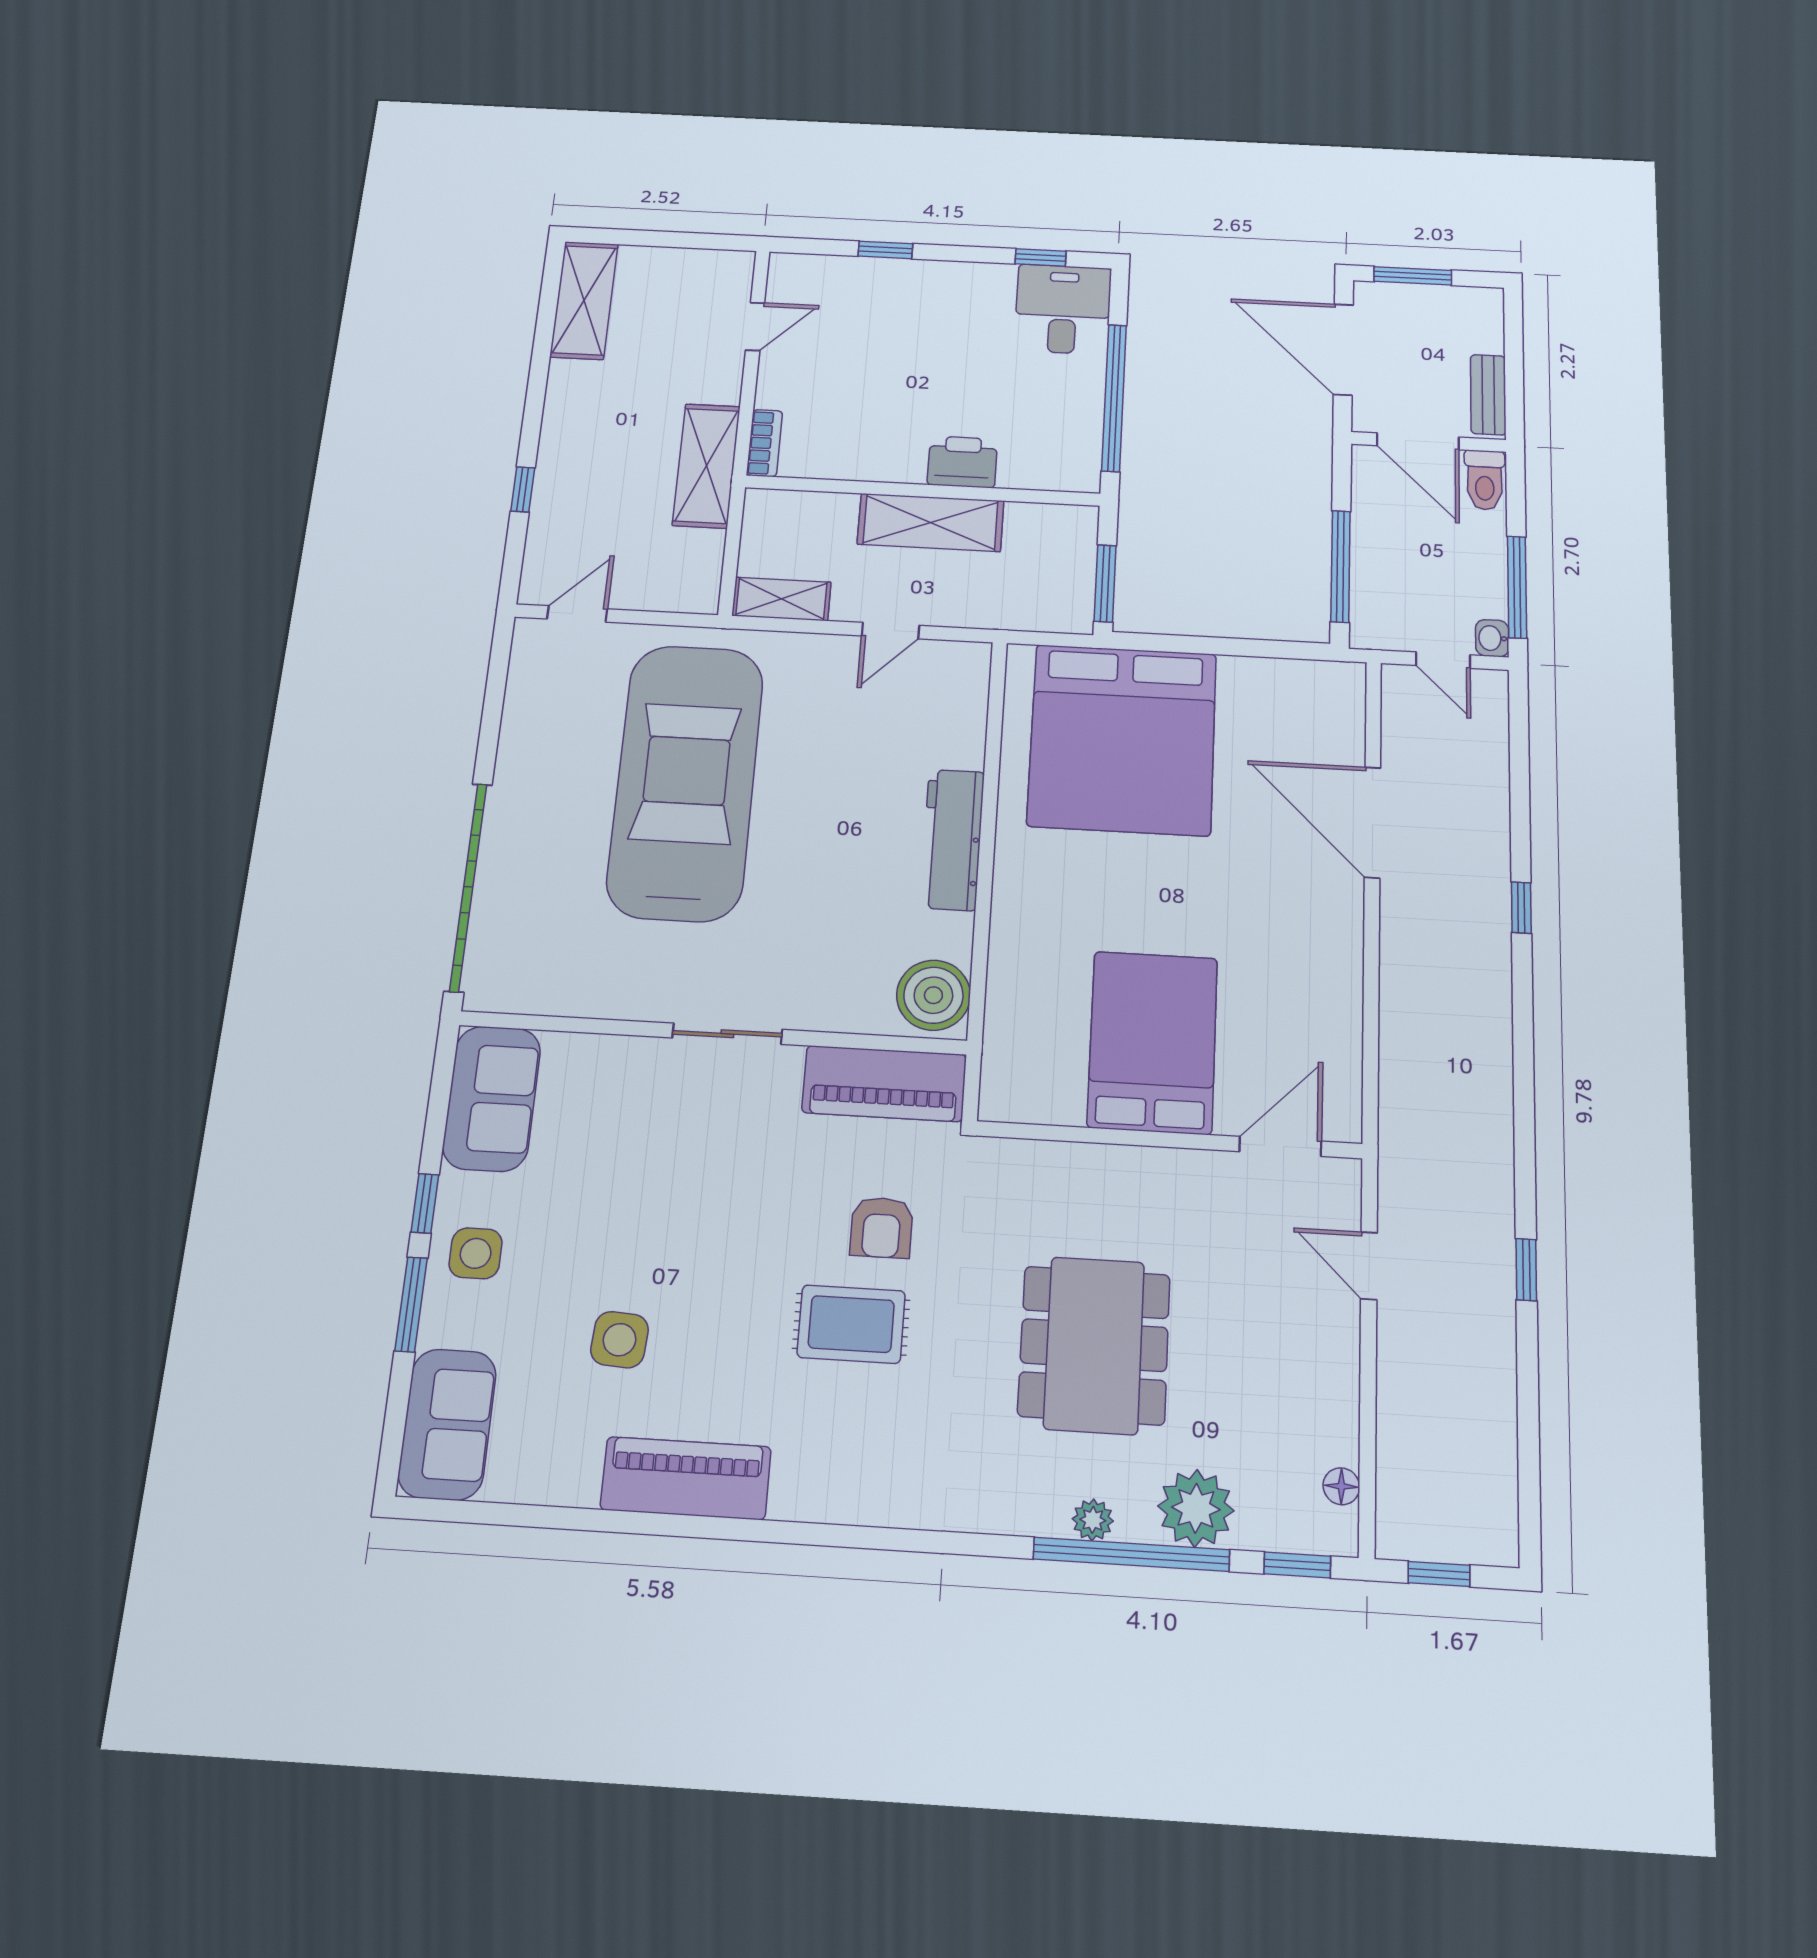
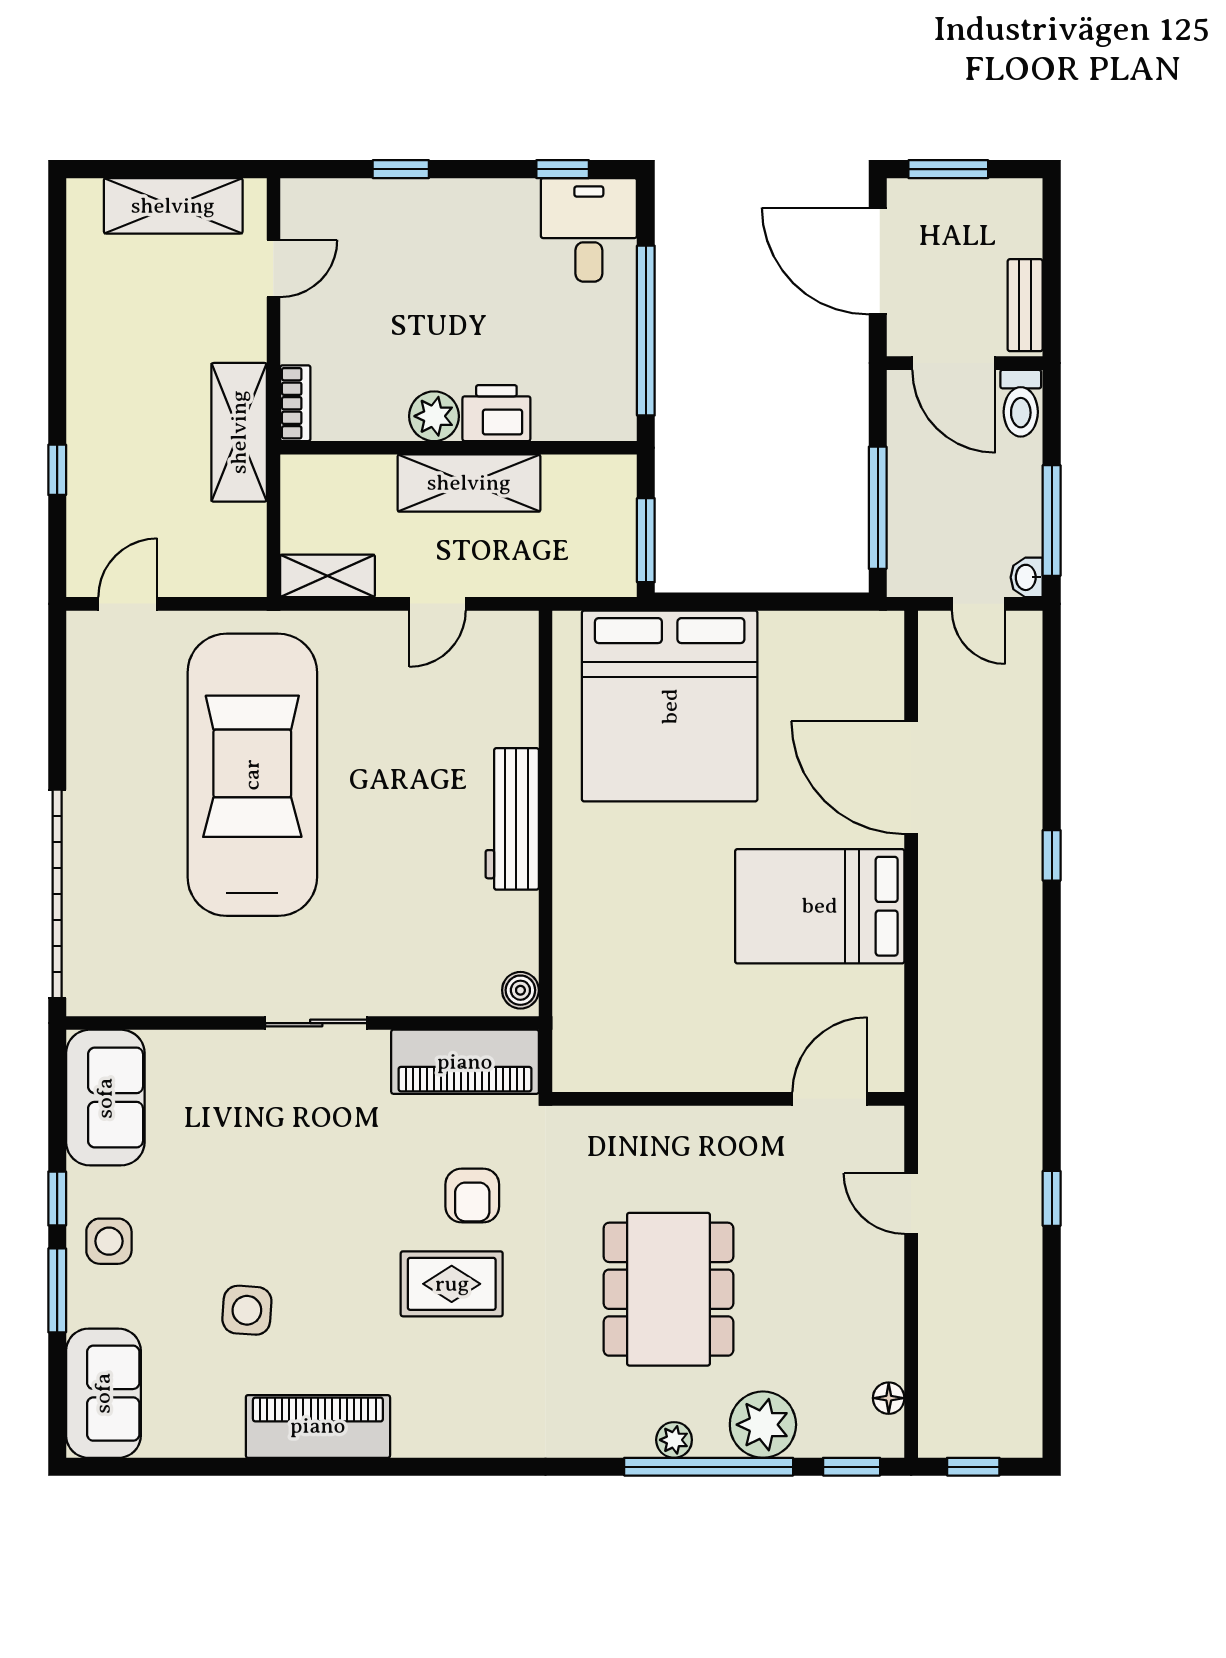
shelving: (584, 300) -> (173, 206), moved, turned 90
plant: (900, 461) -> (434, 416), added
boiler: (933, 995) -> (520, 990), width x0.54, depth x0.54
bed: (1153, 1042) -> (820, 906), moved, turned -90

